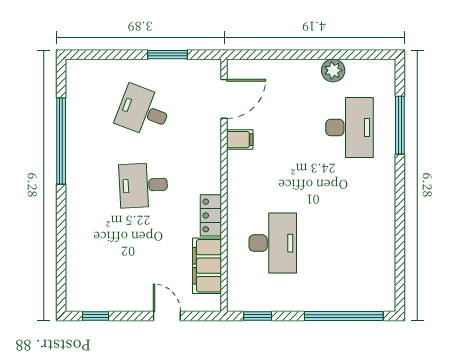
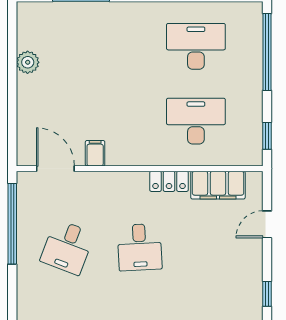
window: (167, 55) -> (12, 224), width x2.11
desk: (349, 127) -> (196, 46), moved

